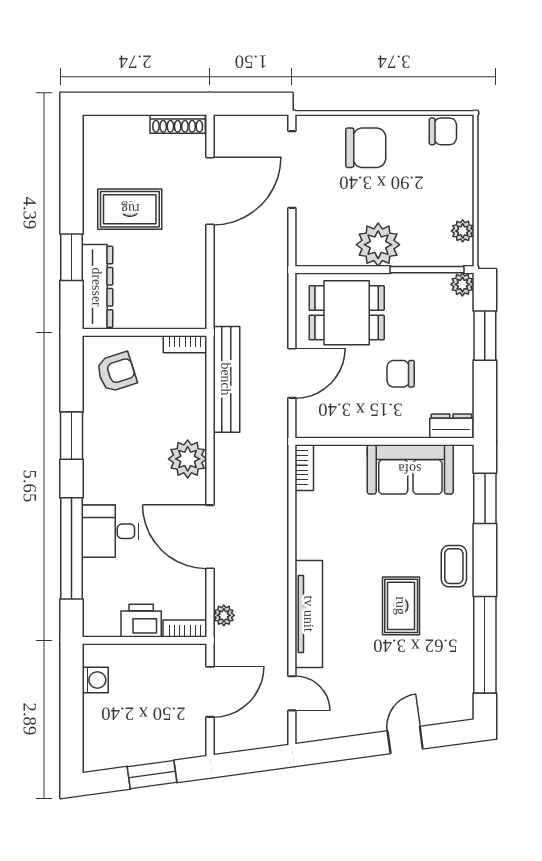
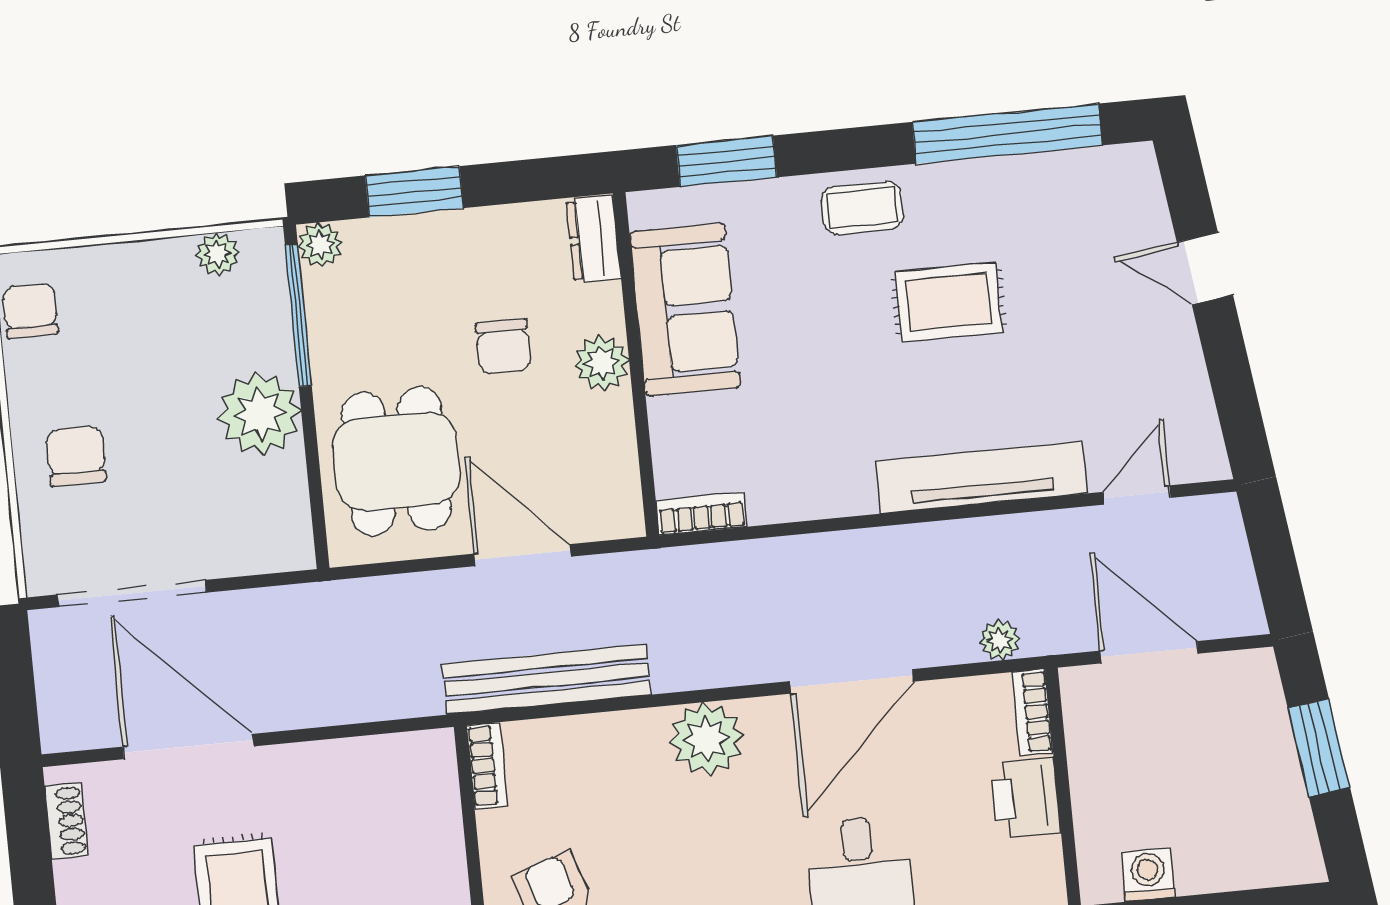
shoe rack: (178, 124) -> (66, 821), width x0.70
chair: (366, 148) -> (76, 456), width x0.73, depth x0.73
plant: (387, 424) -> (602, 363), added

